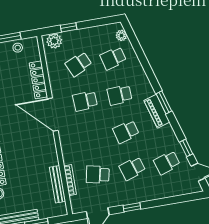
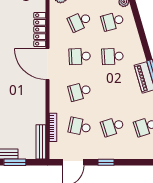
school desk: (126, 132) -> (80, 91), moved
bench: (58, 184) -> (41, 142), moved

